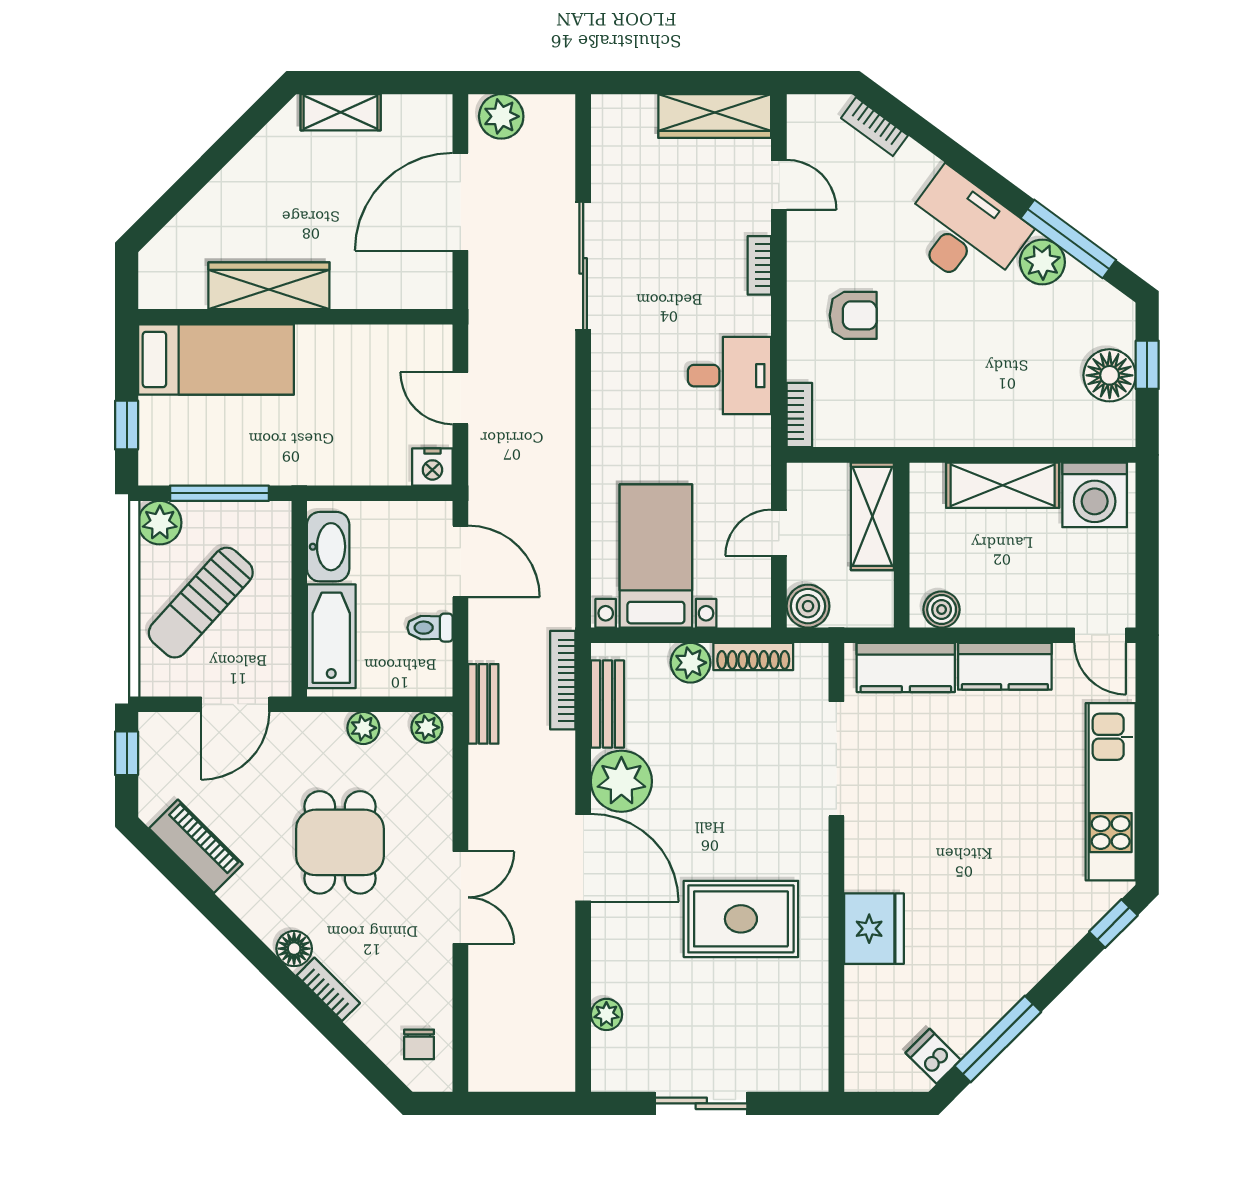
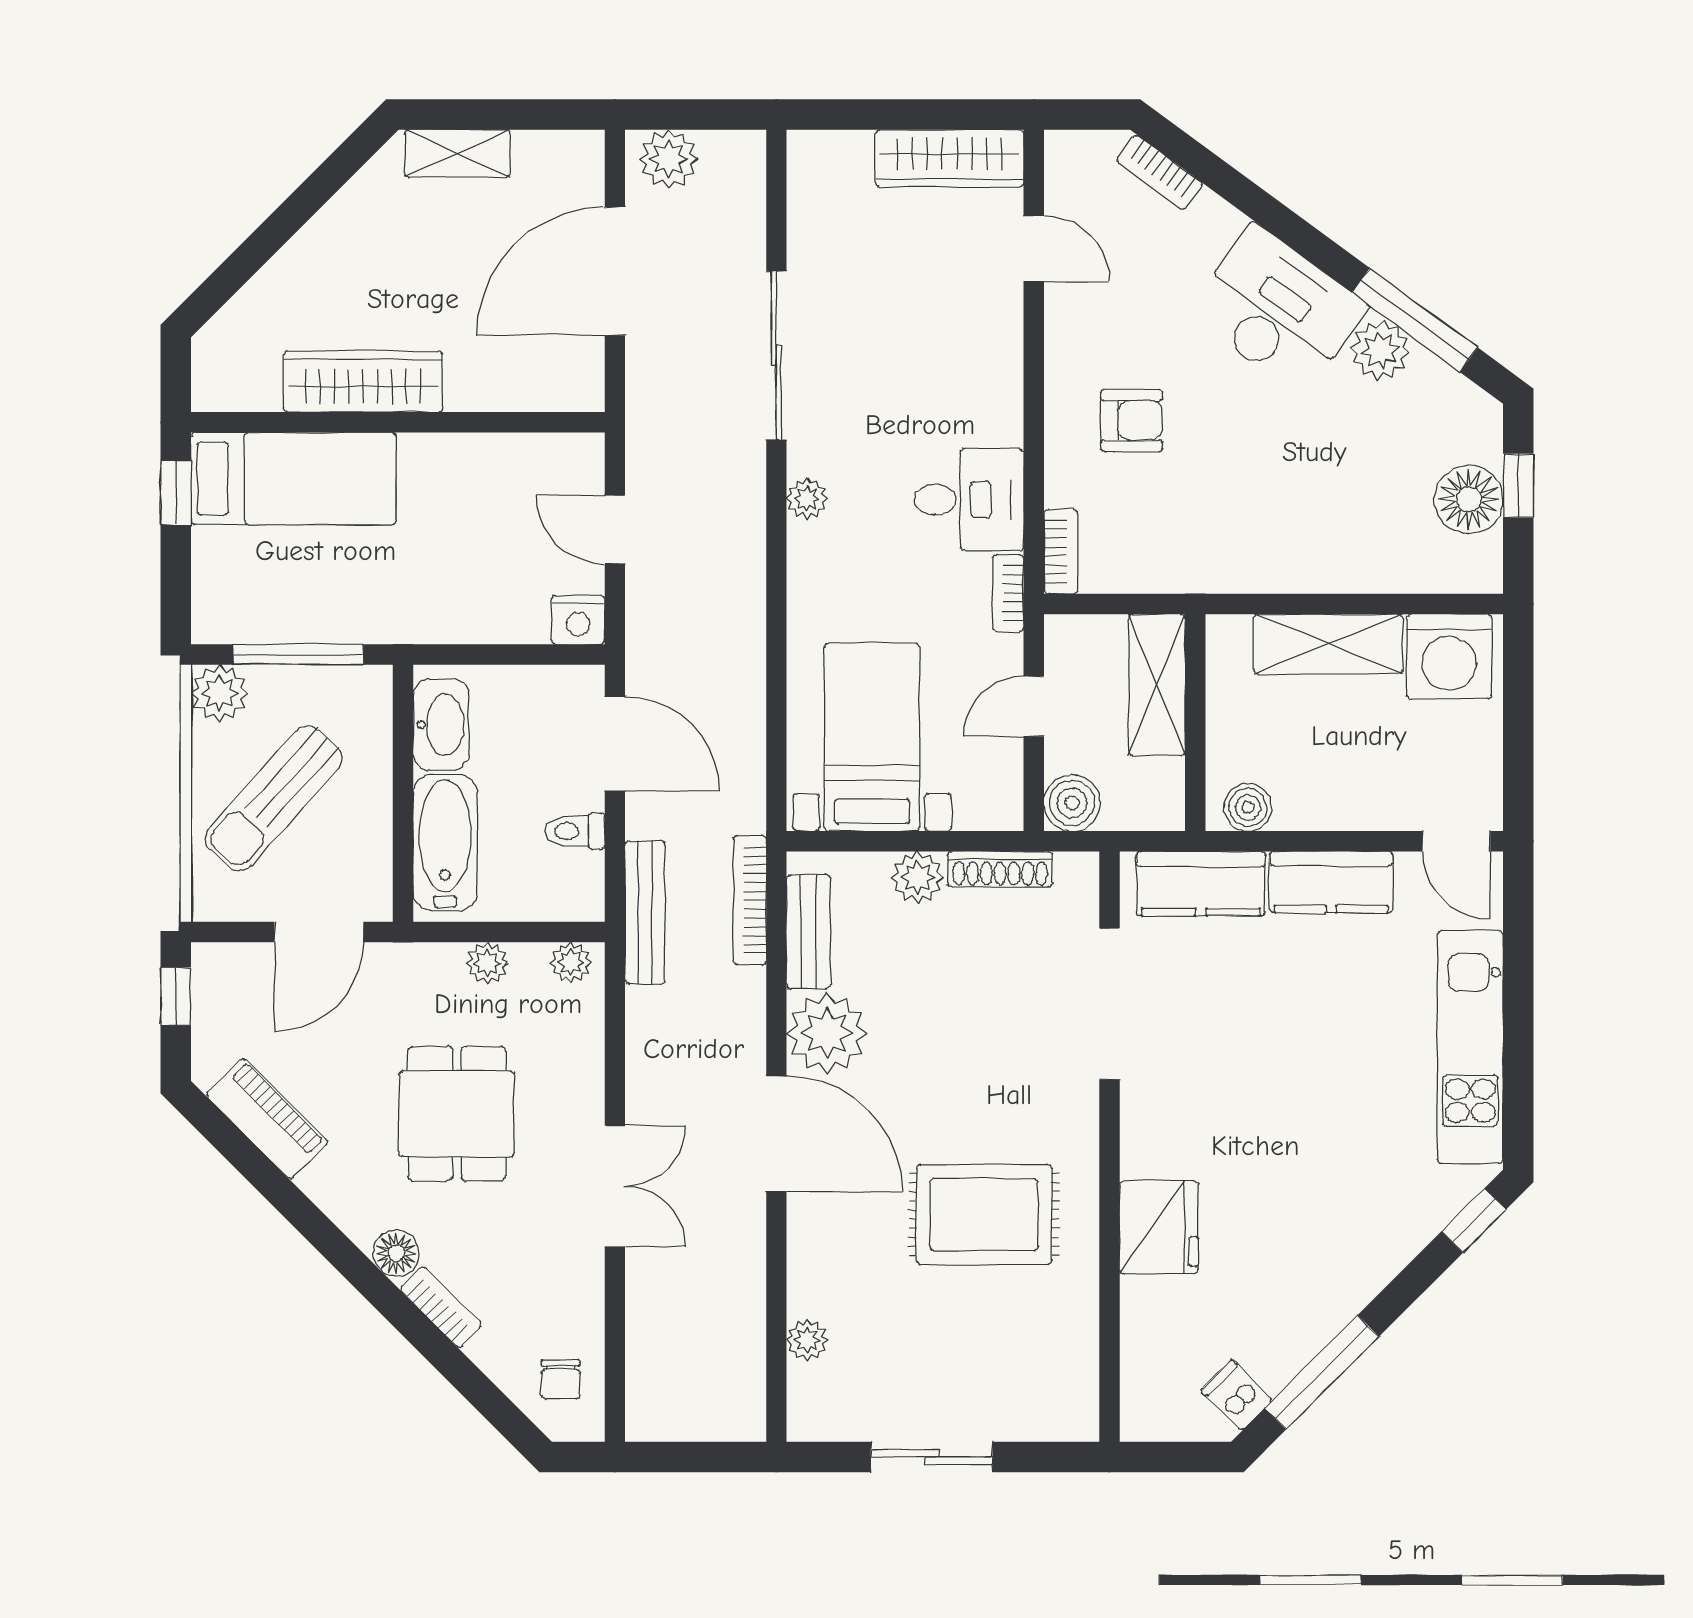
bookcase: (759, 265) -> (1008, 593), moved
plant: (606, 375) -> (807, 498), added
window: (127, 425) -> (176, 493), moved
bench: (483, 704) -> (645, 912), width x1.36

